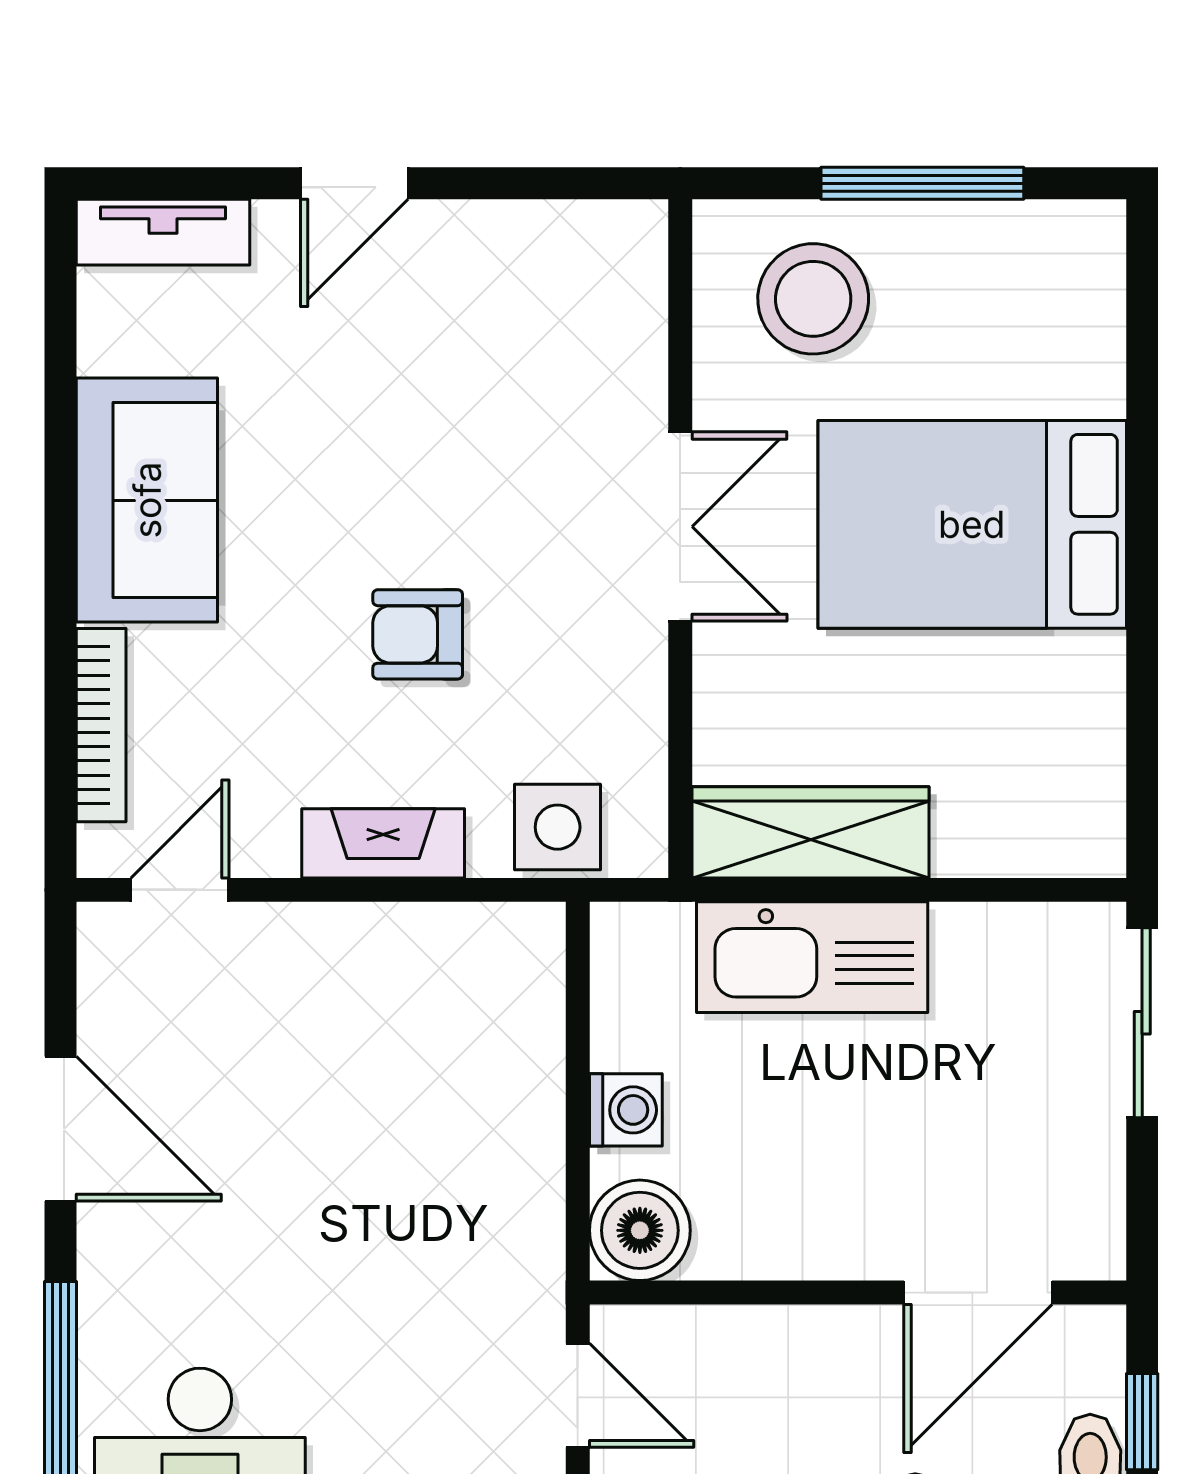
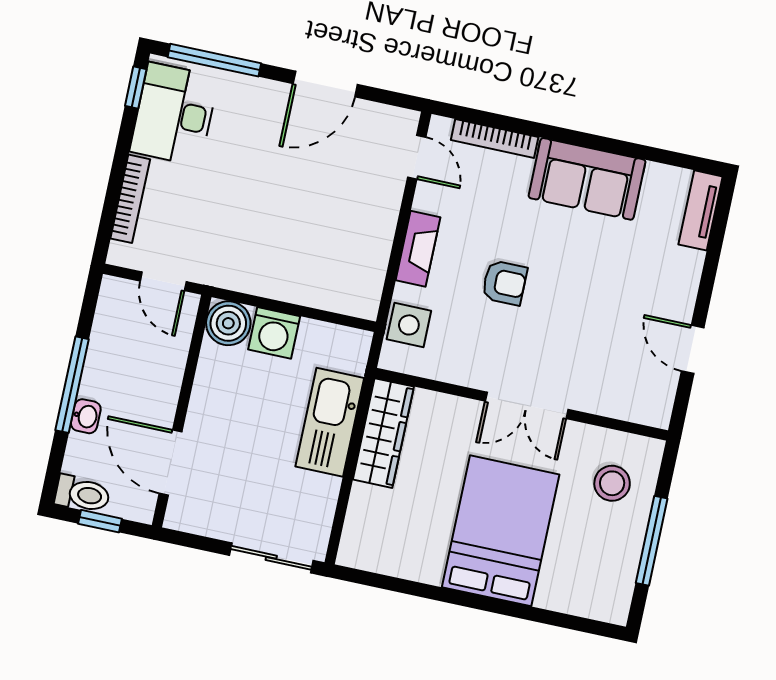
door: (354, 183) -> (693, 349), moved
stool: (813, 299) -> (612, 483), width x0.73, depth x0.73
armchair: (418, 634) -> (504, 283), turned 90
washing machine: (626, 1110) -> (274, 333), width x1.38, depth x1.38
door: (578, 1395) -> (163, 281), hinge flipped

